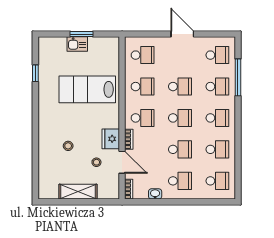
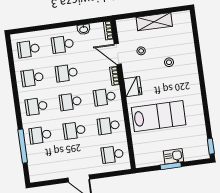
school desk: (217, 55) -> (44, 164), removed
window: (35, 73) -> (211, 146), moved
fridge: (111, 139) -> (133, 87), moved

